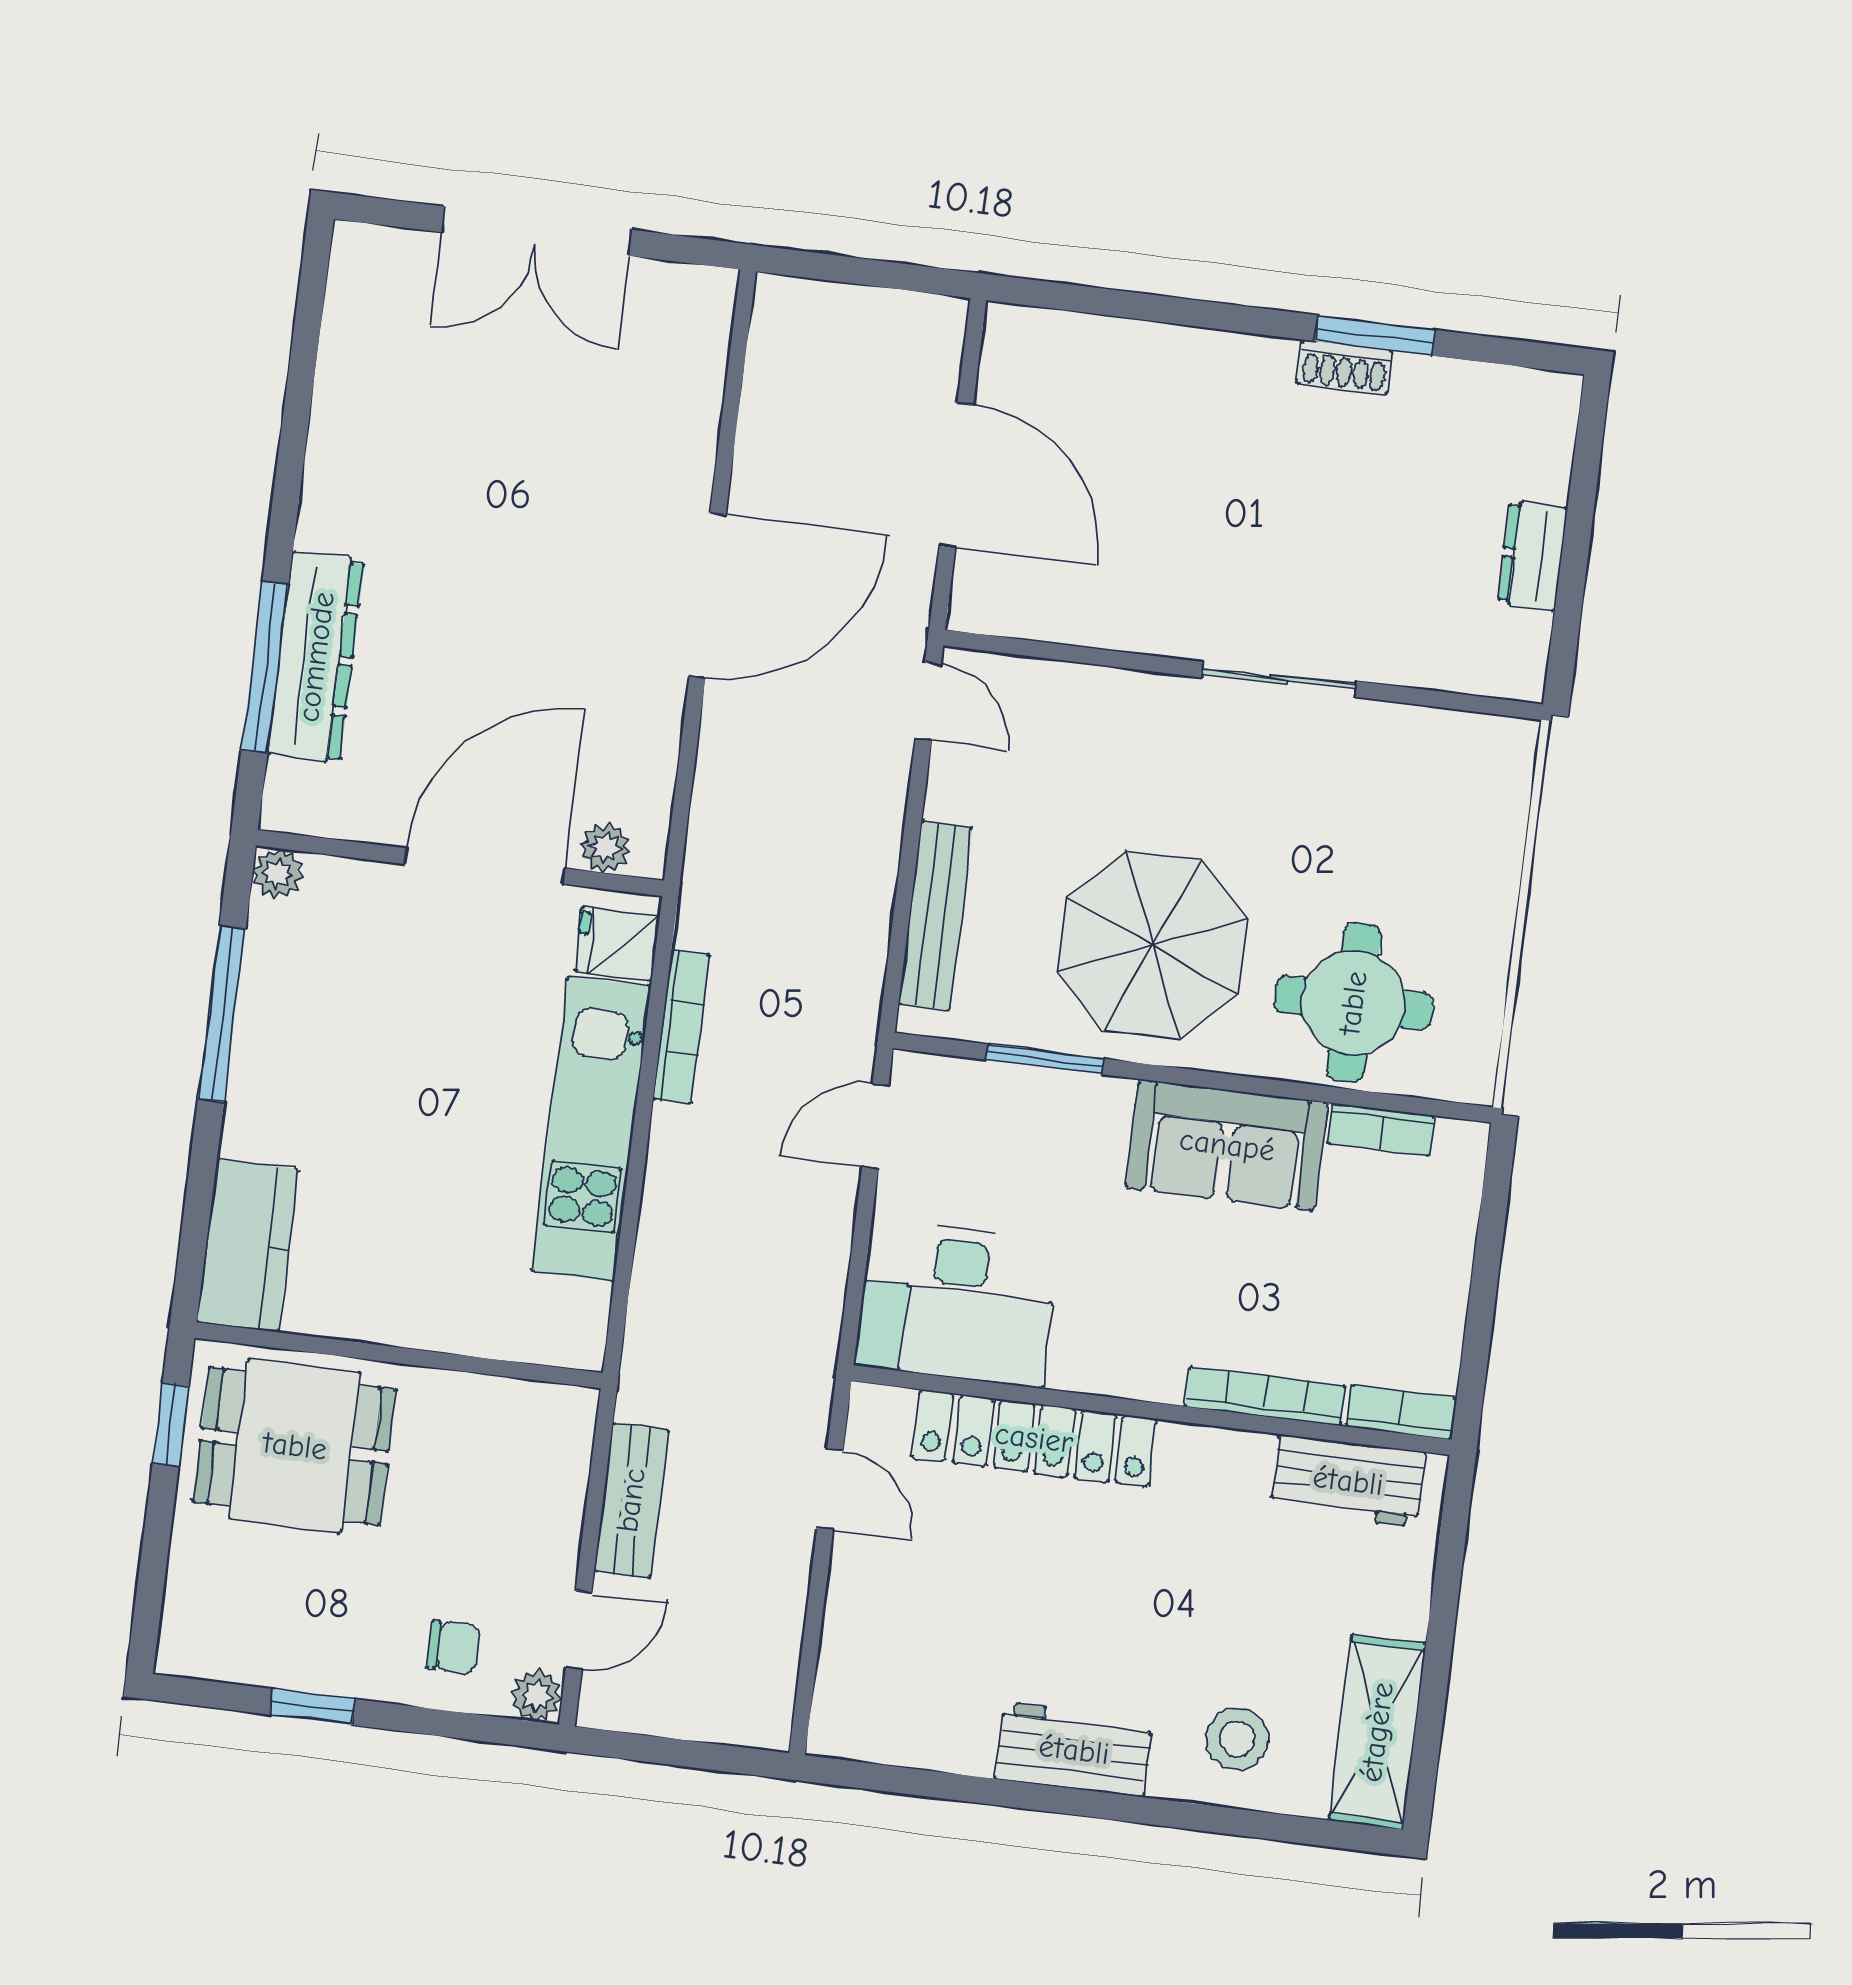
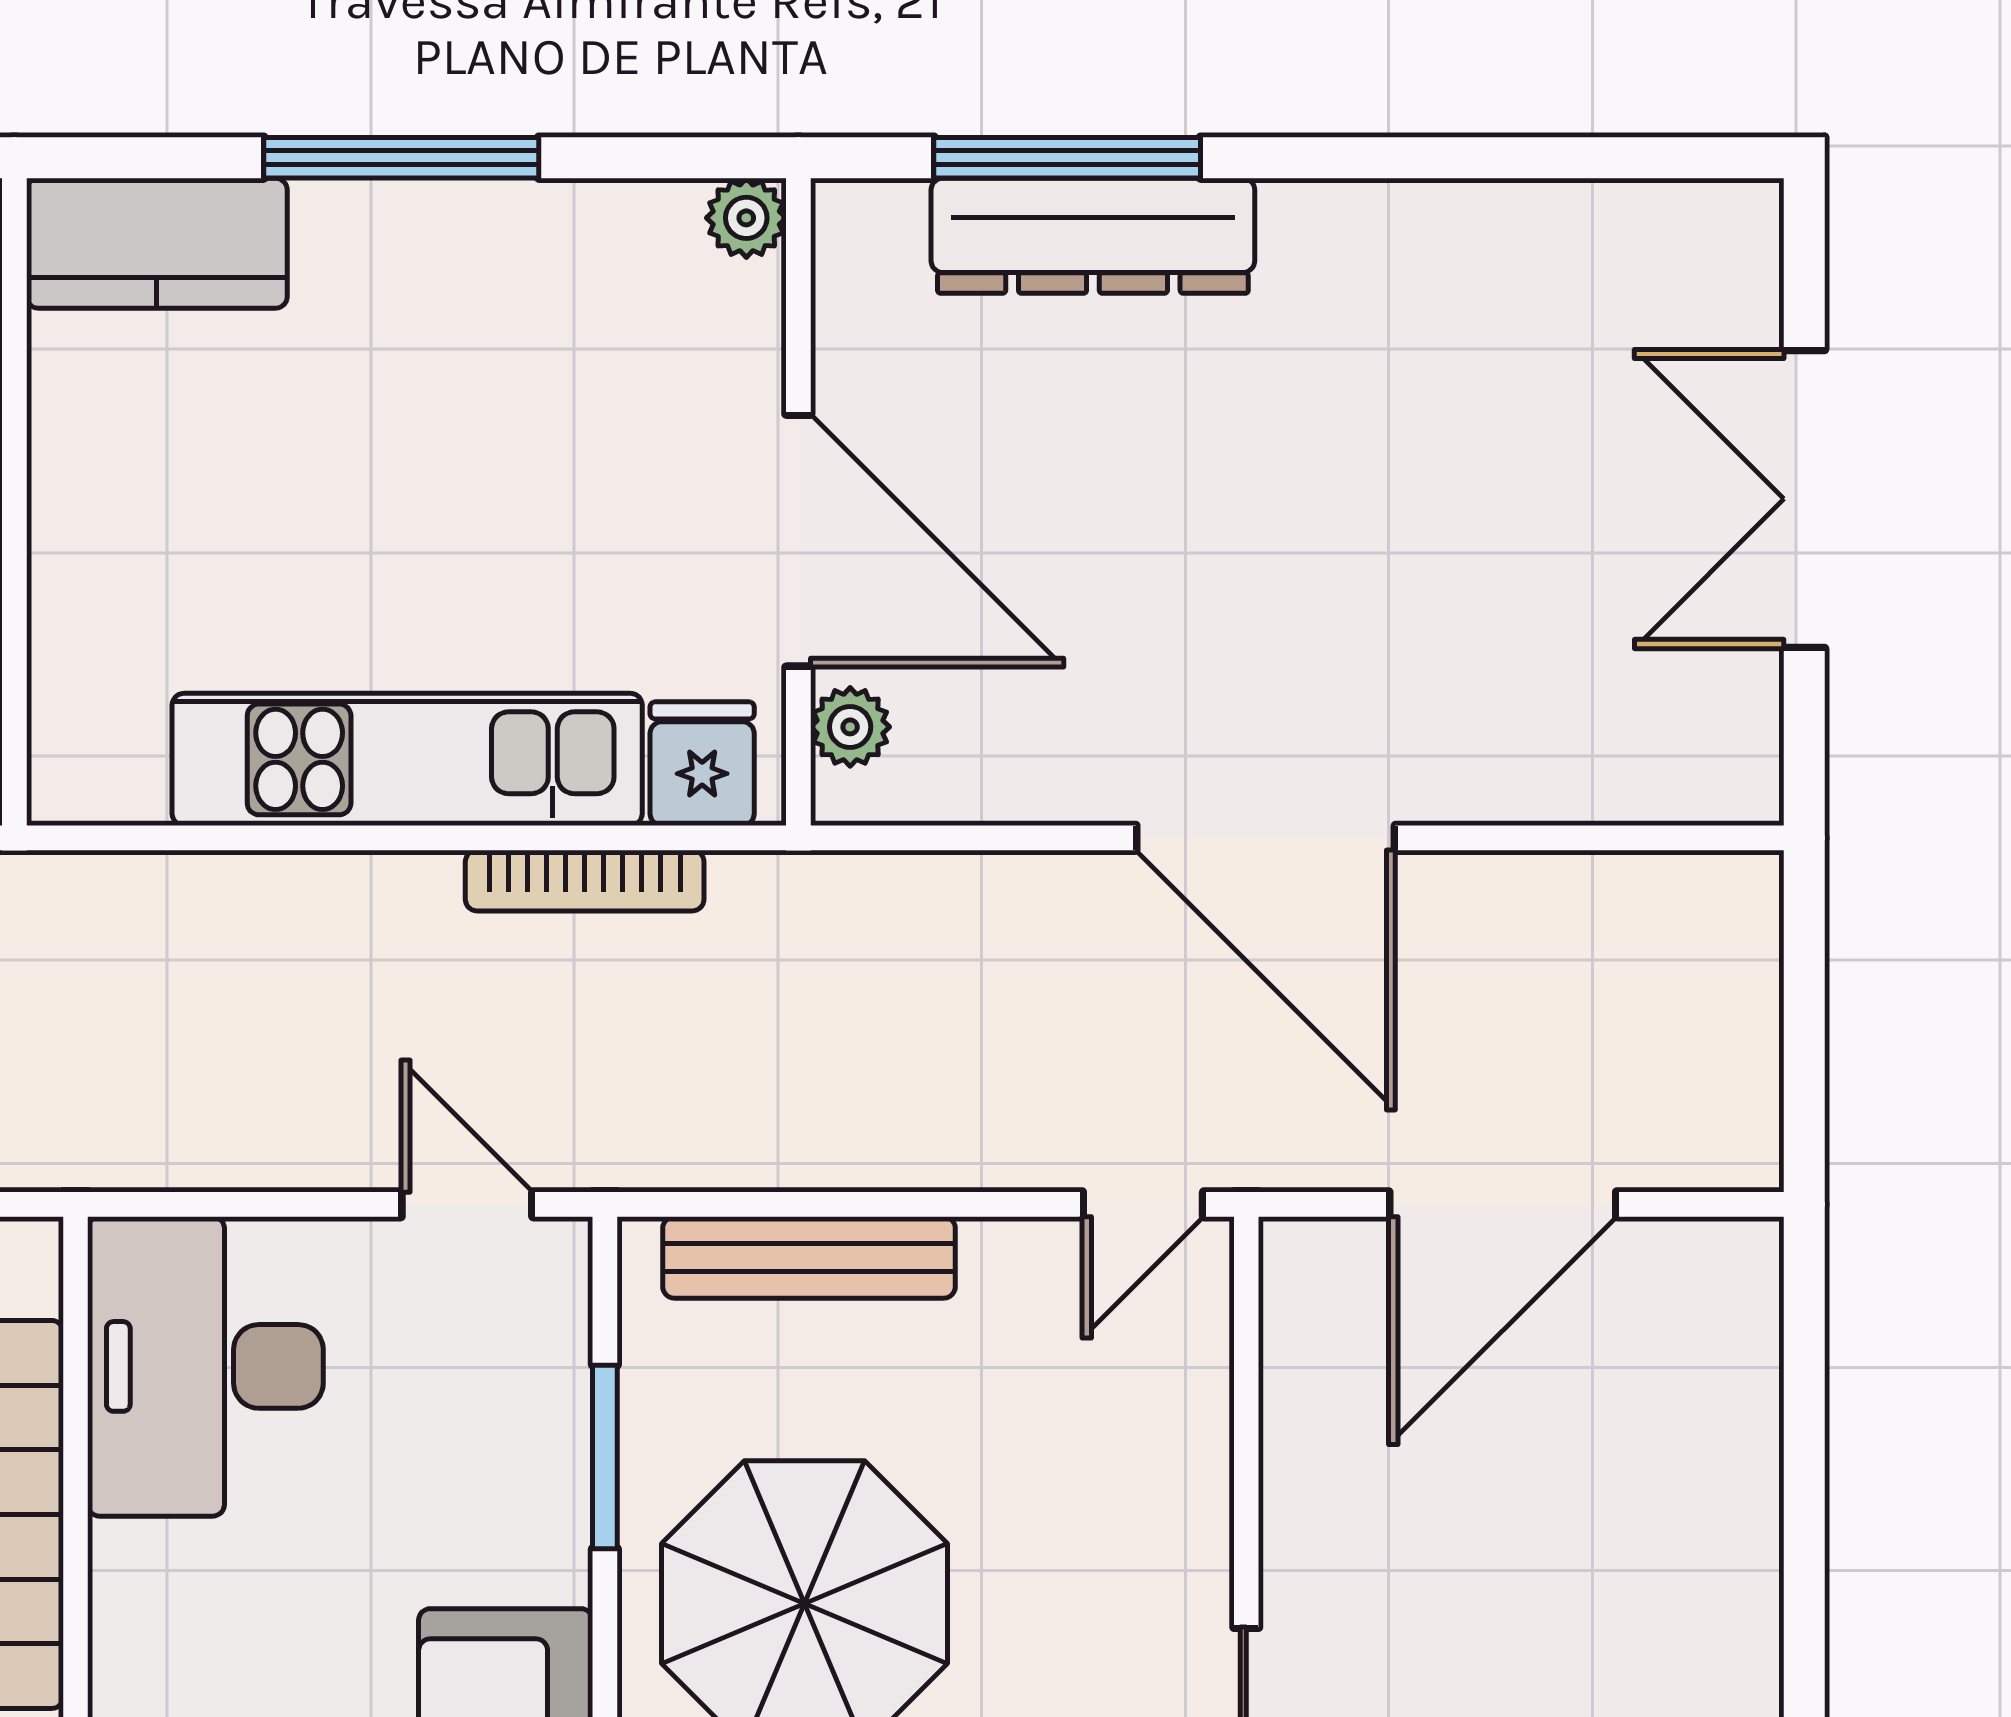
window: (222, 1014) -> (401, 158), moved

